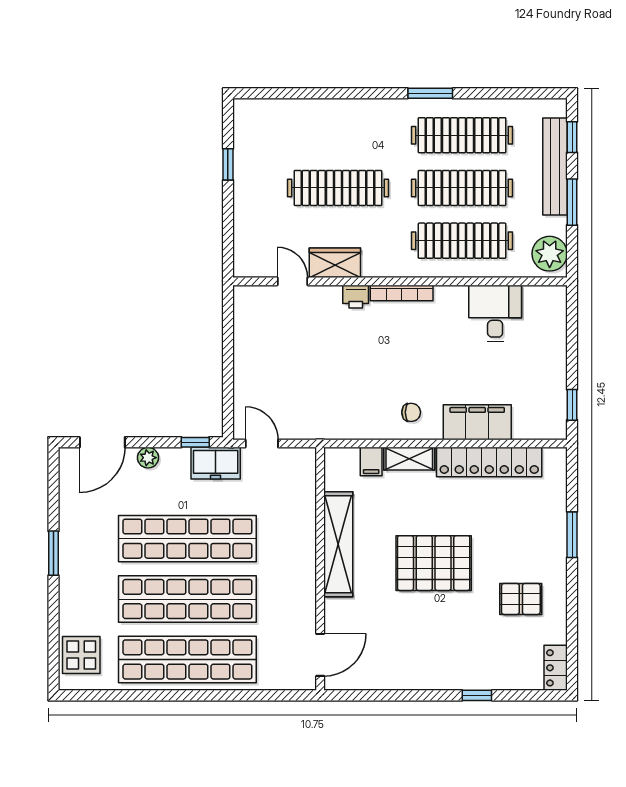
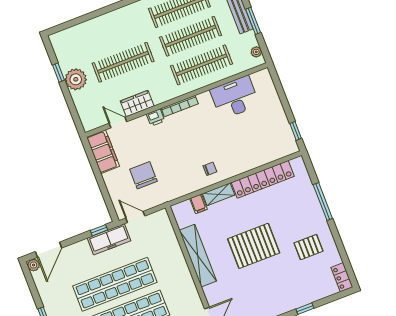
plant: (251, 186) -> (76, 79), added
plant: (550, 254) -> (256, 52), width x0.53, depth x0.53
desk: (495, 313) -> (235, 97), width x1.37
chair: (301, 382) -> (143, 175), added
filing cabinet: (477, 422) -> (103, 152), moved, turned 90
plant: (148, 458) -> (34, 265), moved
freezer: (216, 463) -> (109, 239), width x1.40
window: (572, 535) -> (323, 201), width x1.44

